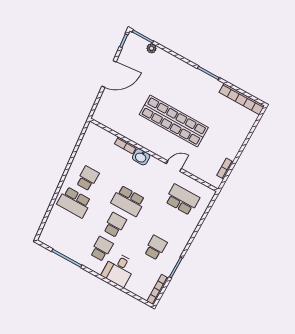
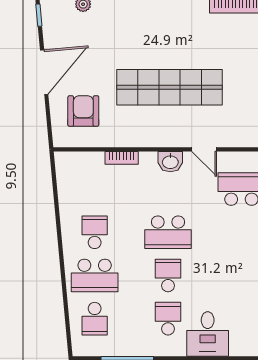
armchair: (119, 108) -> (83, 111), added
washbasin: (141, 157) -> (170, 162), moved
door: (174, 166) -> (204, 149), swing flipped
school desk: (156, 248) -> (95, 319), moved, turned 180

